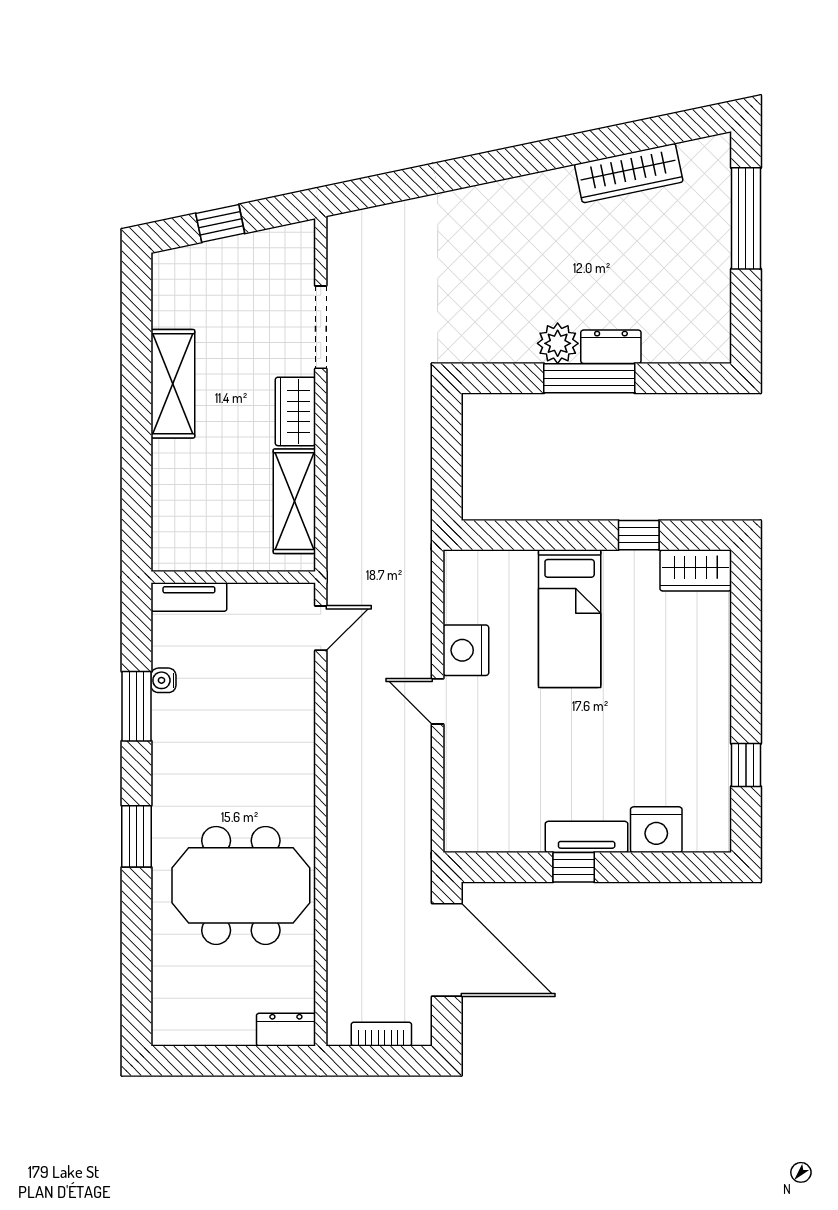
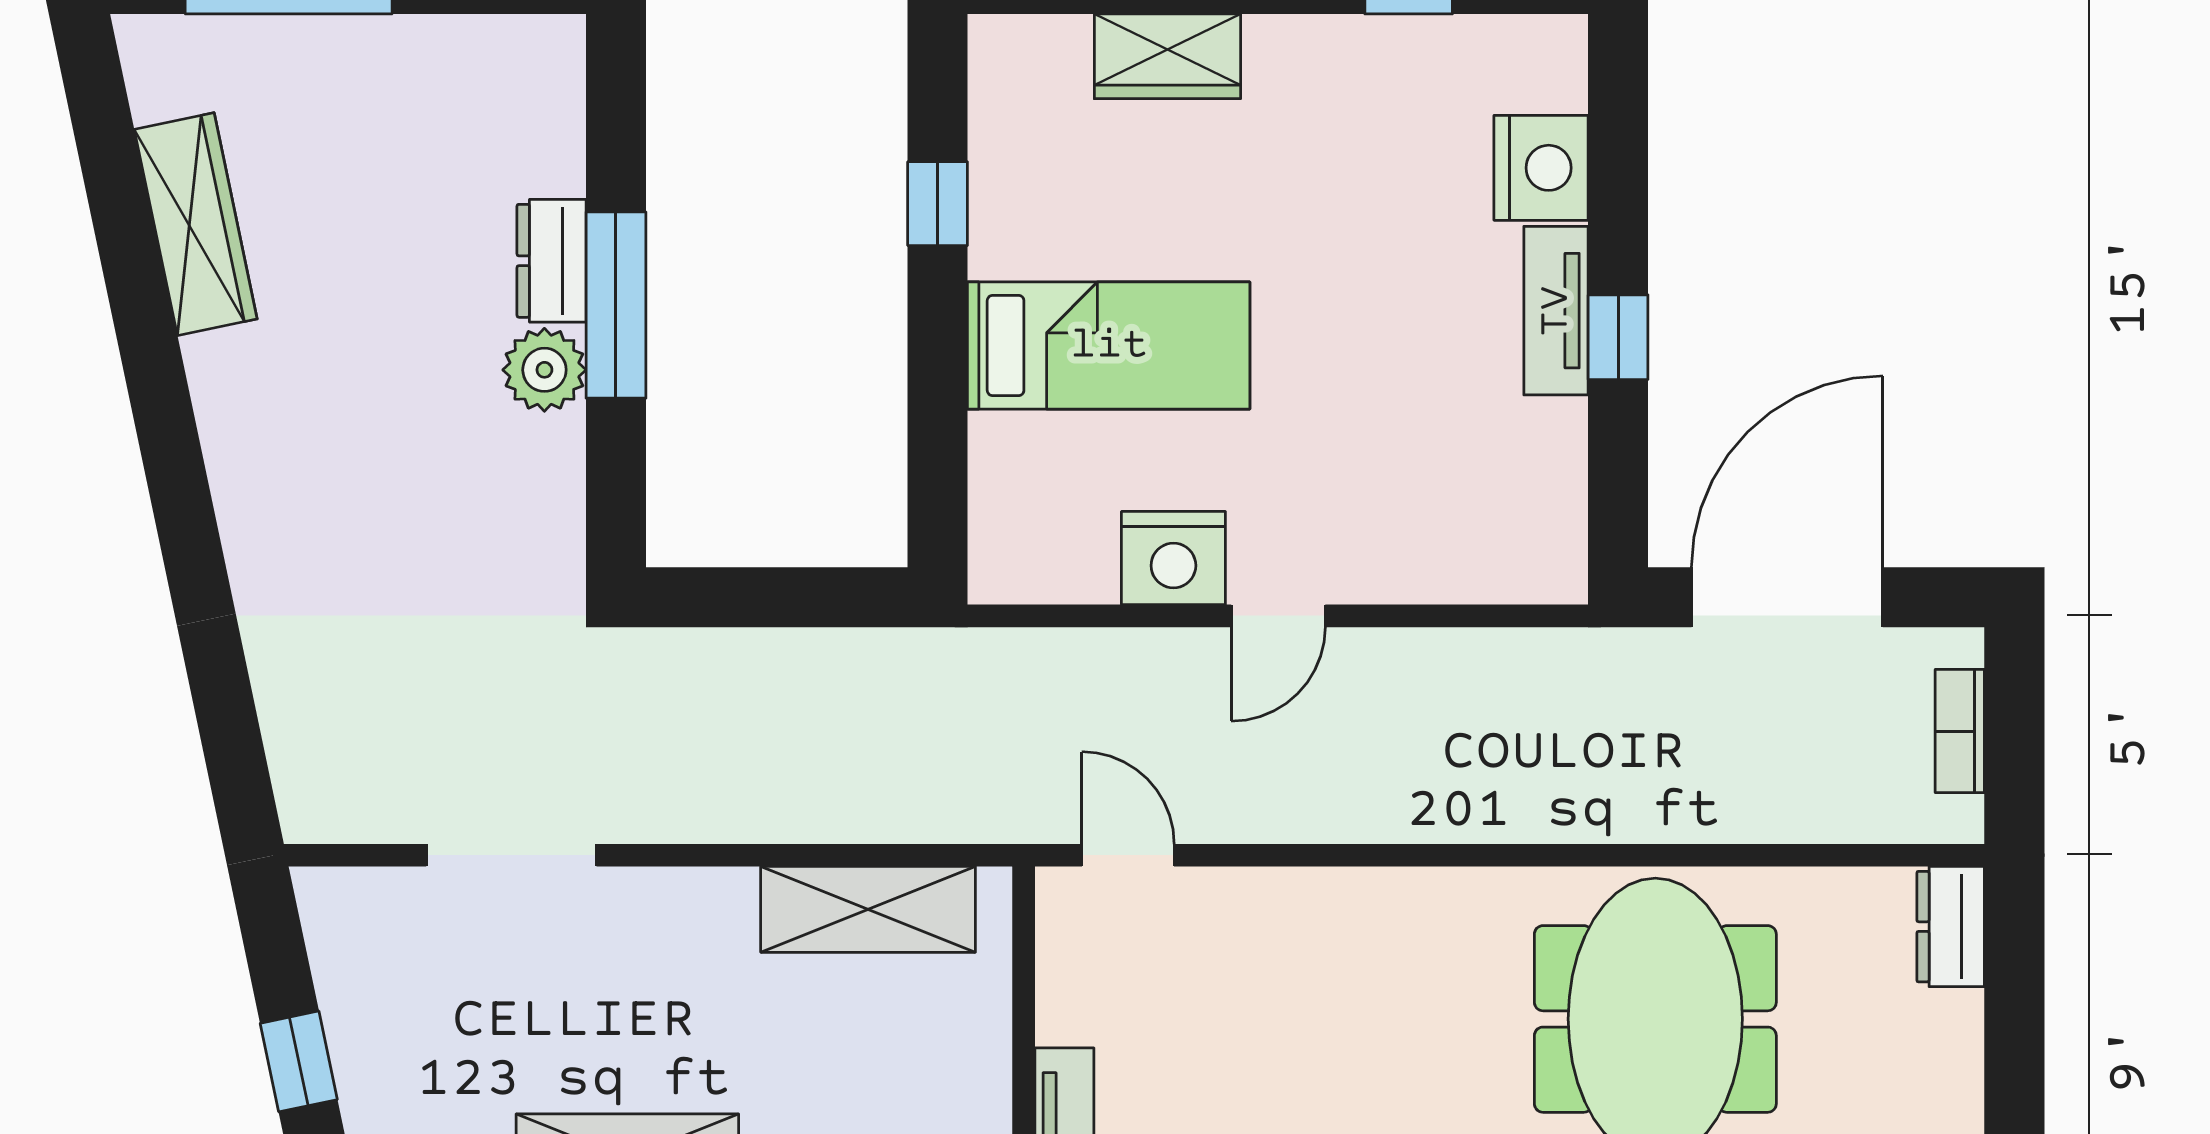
wardrobe: (295, 411) -> (684, 907), removed
wardrobe: (696, 570) -> (1167, 56), moved, turned 90

